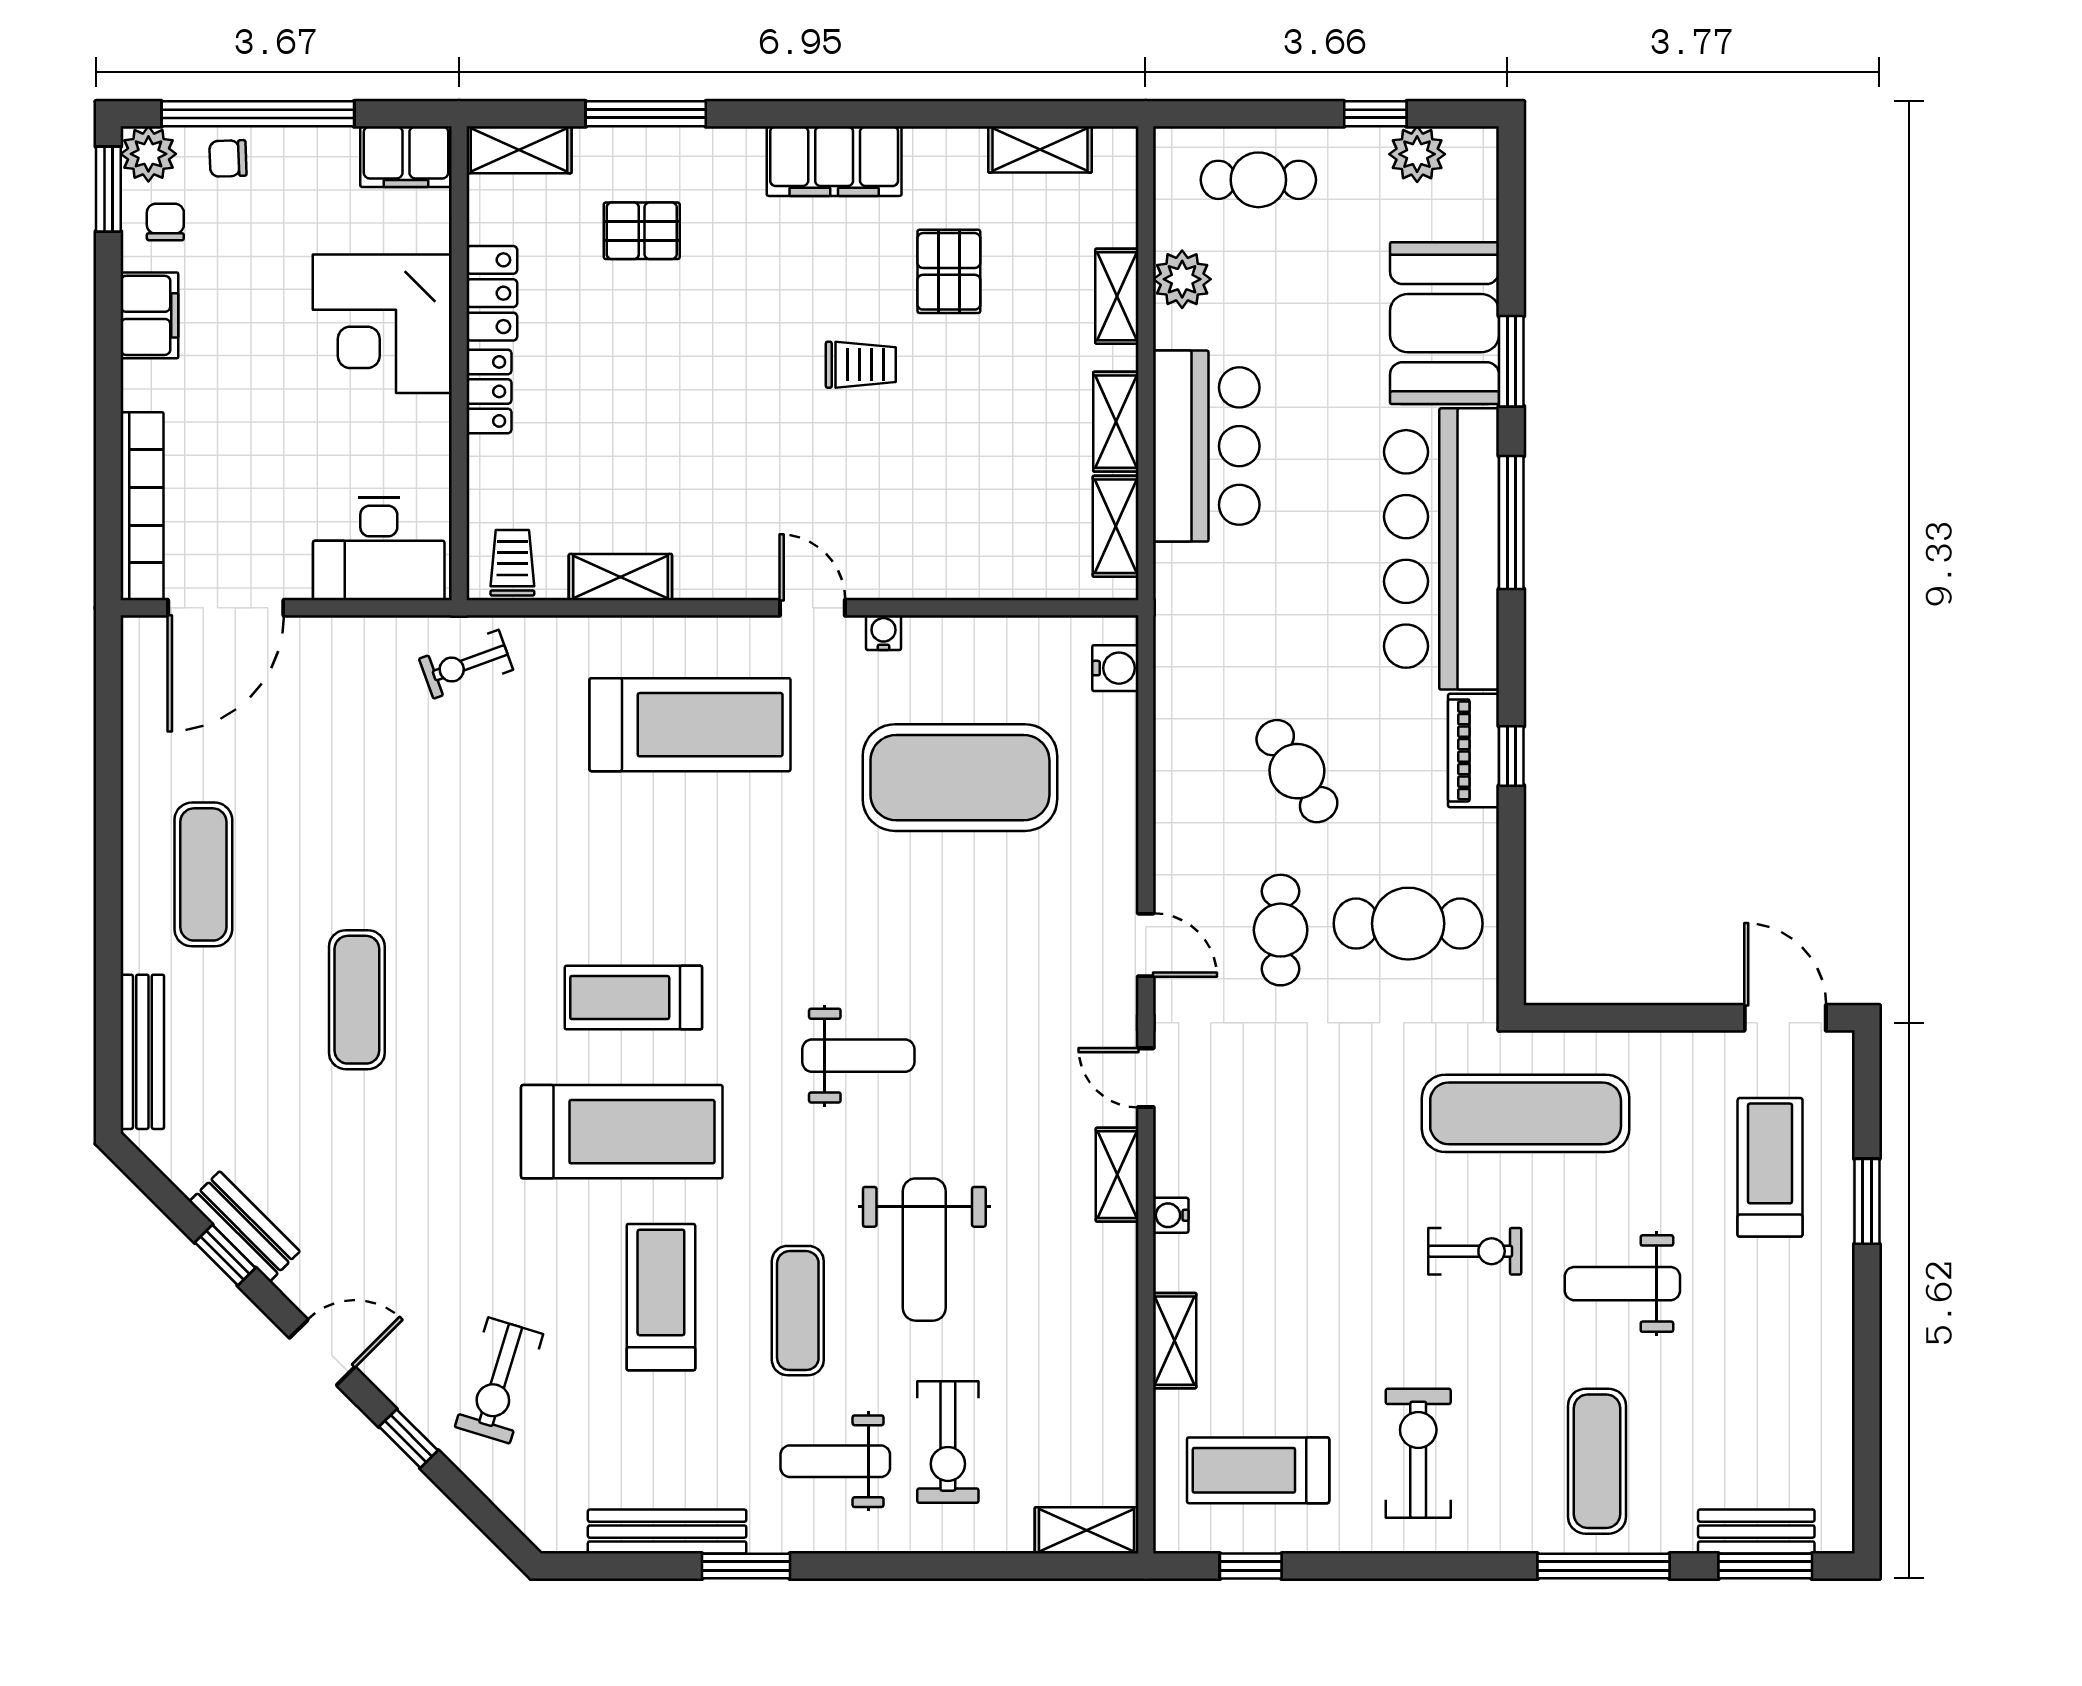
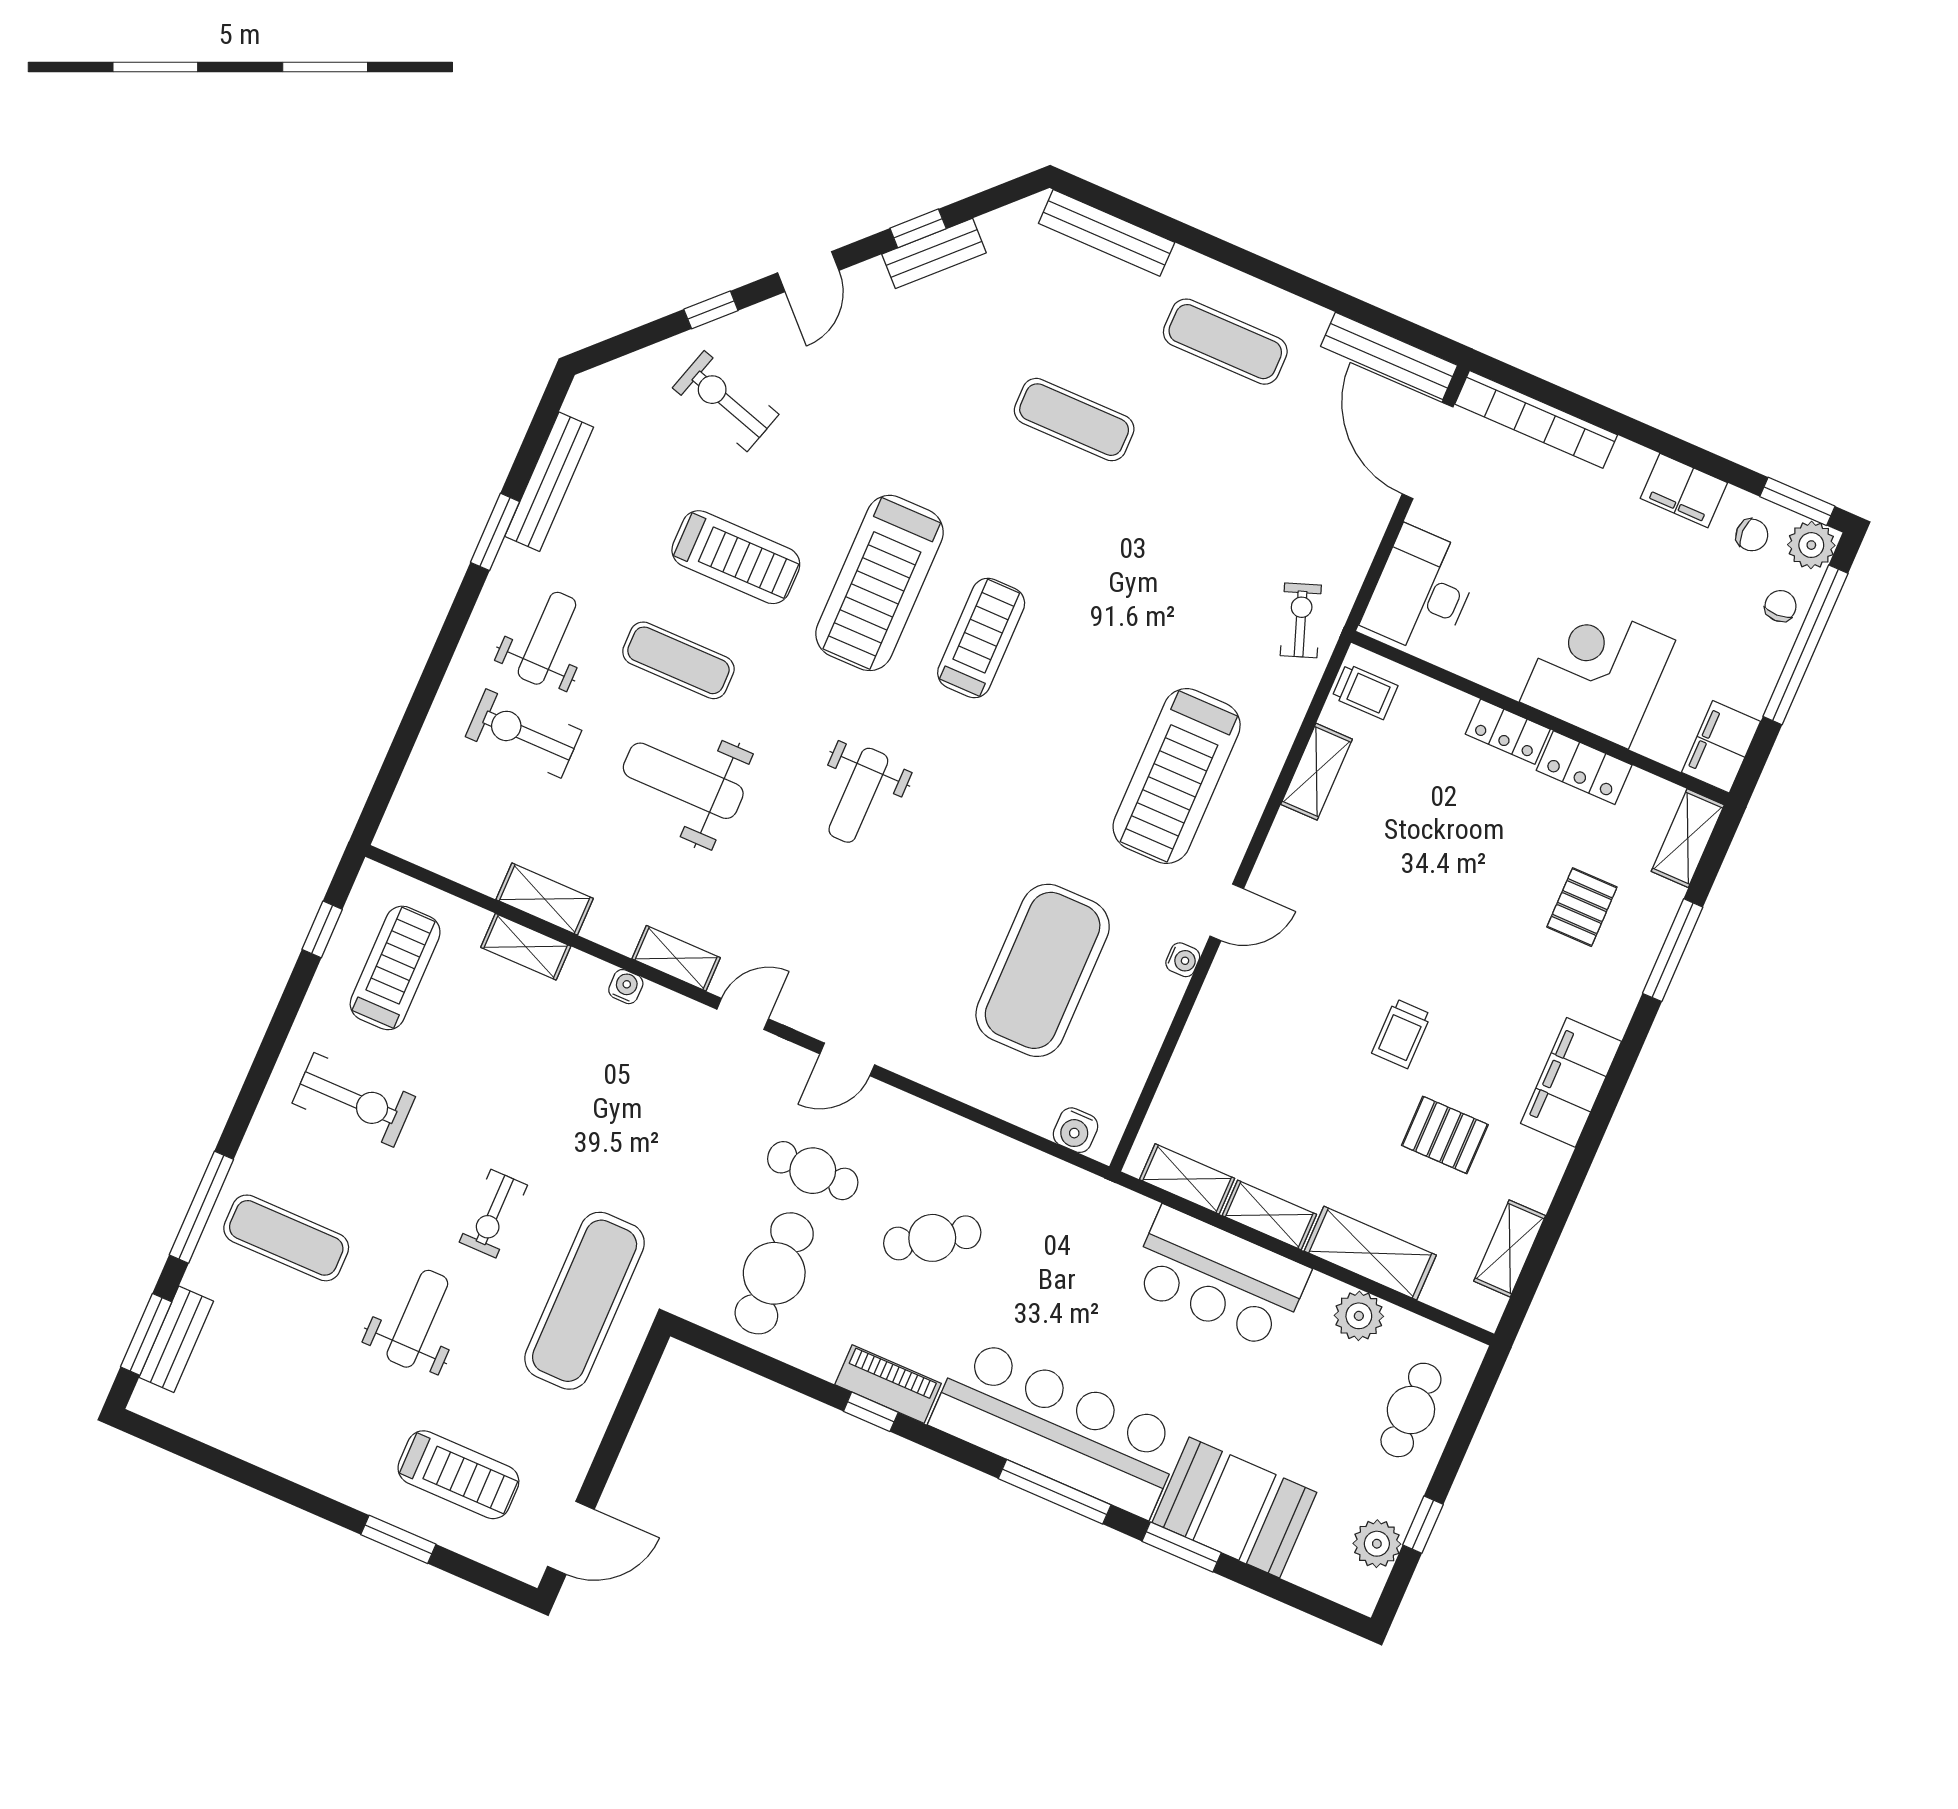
shelving: (1117, 296) -> (1370, 1253), width x1.50, depth x1.33
bench: (142, 693) -> (1389, 356), added
shelving: (1087, 1530) -> (545, 899), moved, turned 90

